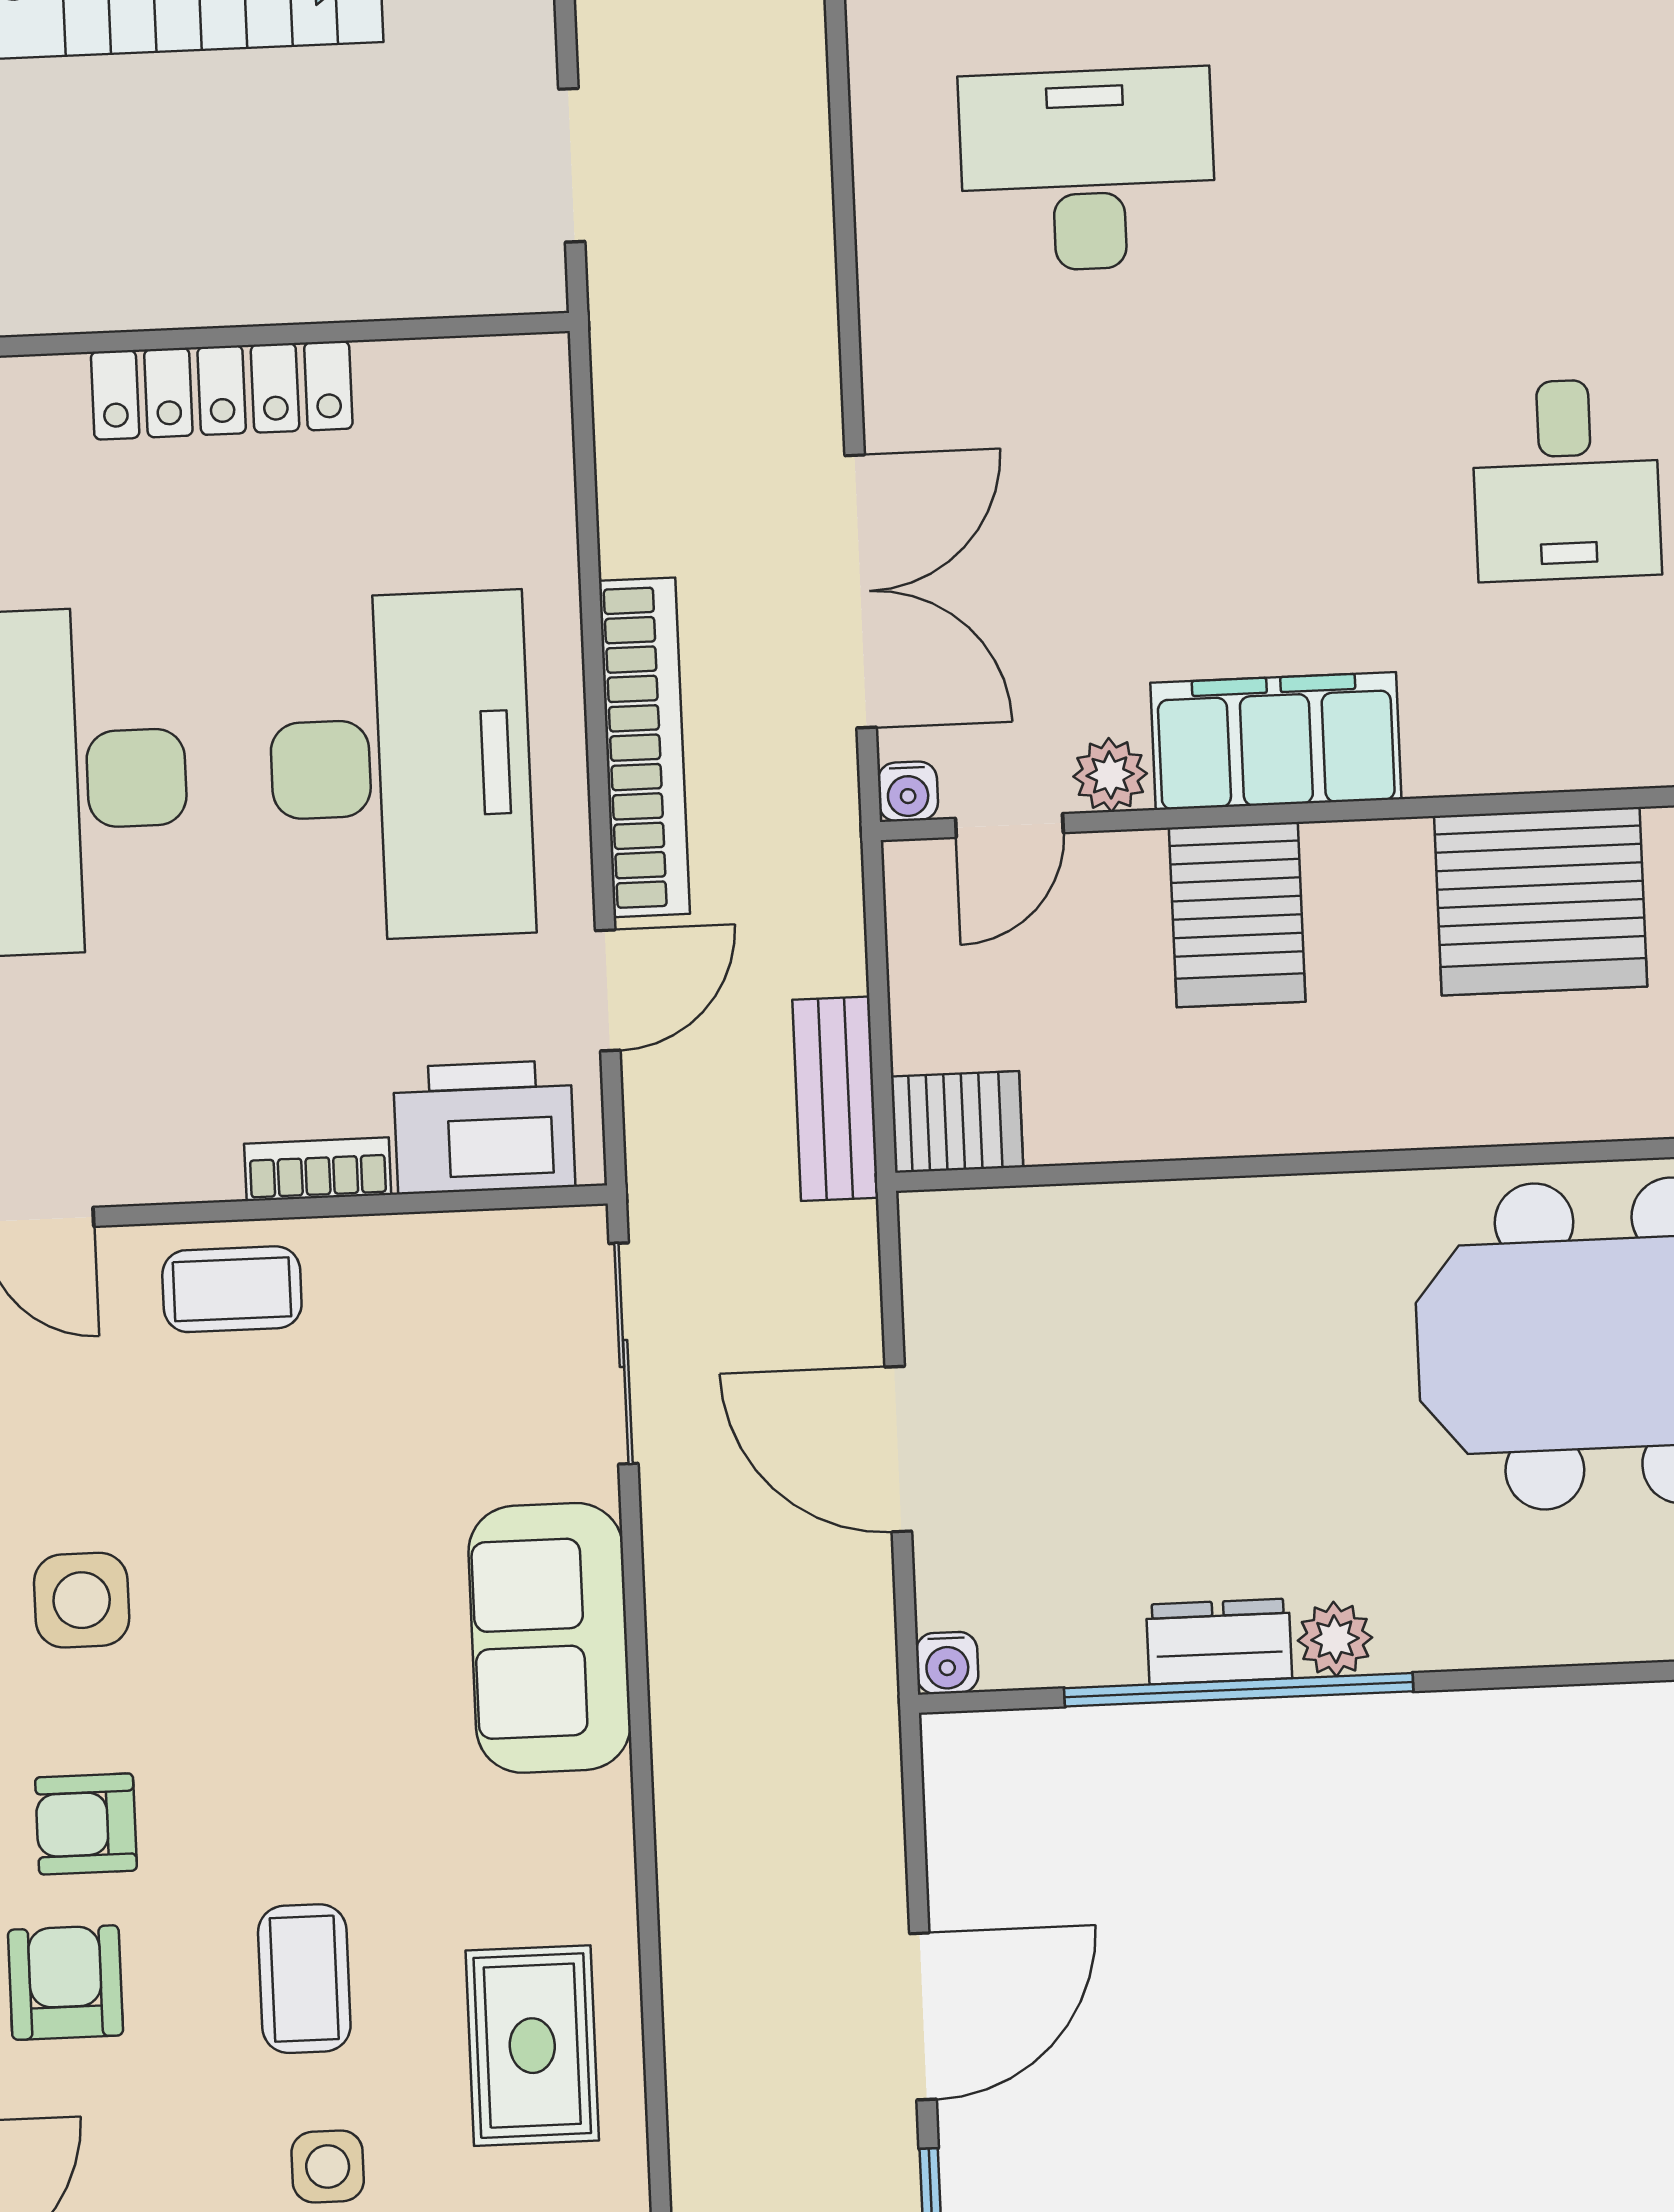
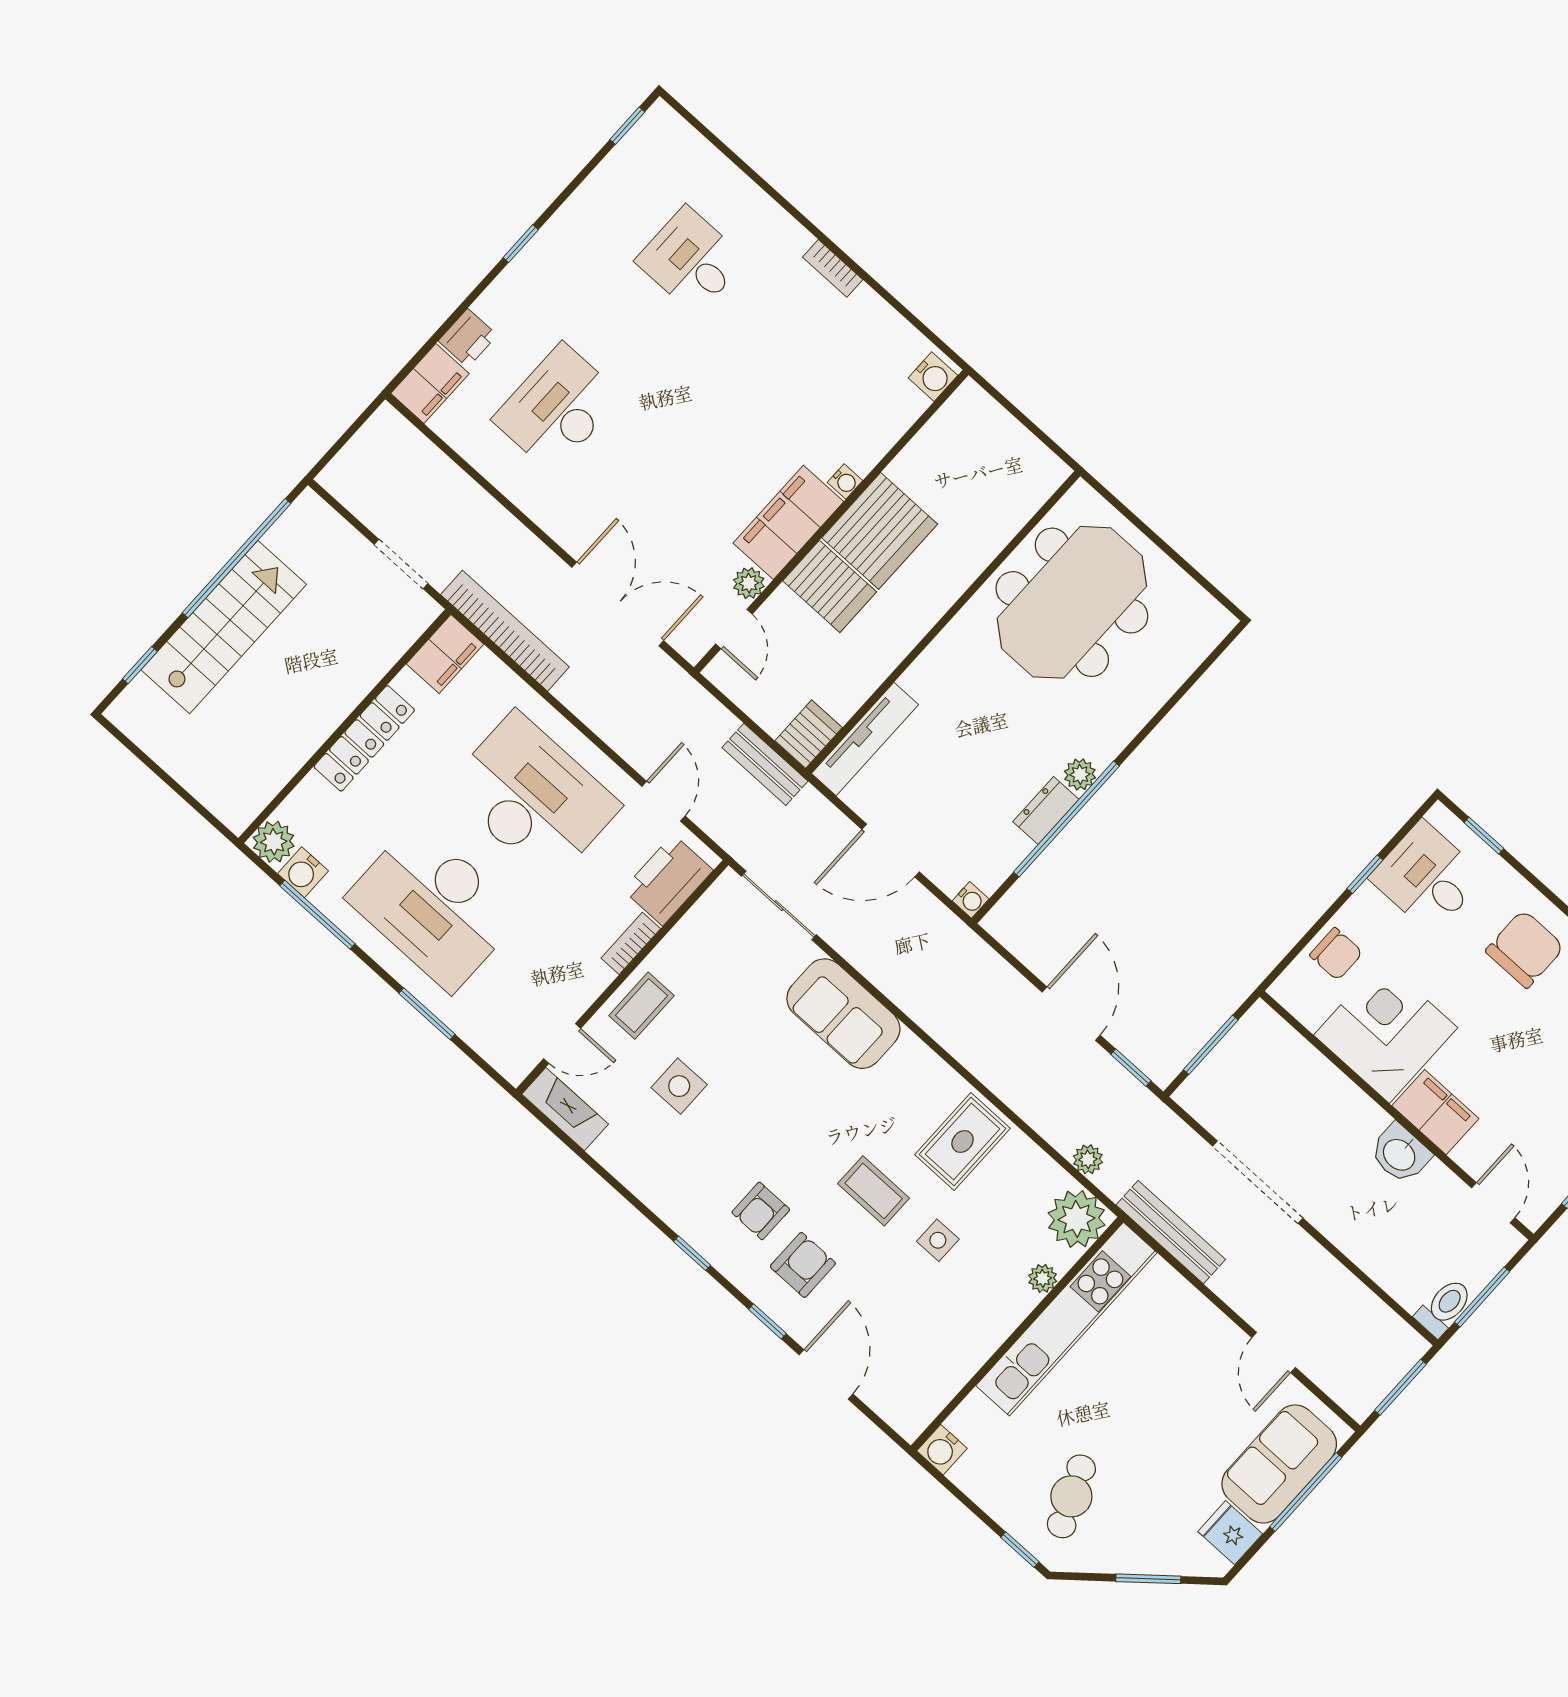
filing cabinet: (494, 386) -> (445, 654), added
desk: (1566, 480) -> (691, 260), moved, turned 180
bookcase: (644, 747) -> (505, 631), moved
water cooler: (908, 791) -> (845, 482), moved
server rack: (1541, 901) -> (880, 531), moved
tv unit: (1042, 1224) -> (865, 739), added
side table: (82, 1600) -> (679, 1086), moved
armchair: (65, 1983) -> (803, 1265), turned 90
rug: (532, 2046) -> (963, 1142), turned 90

